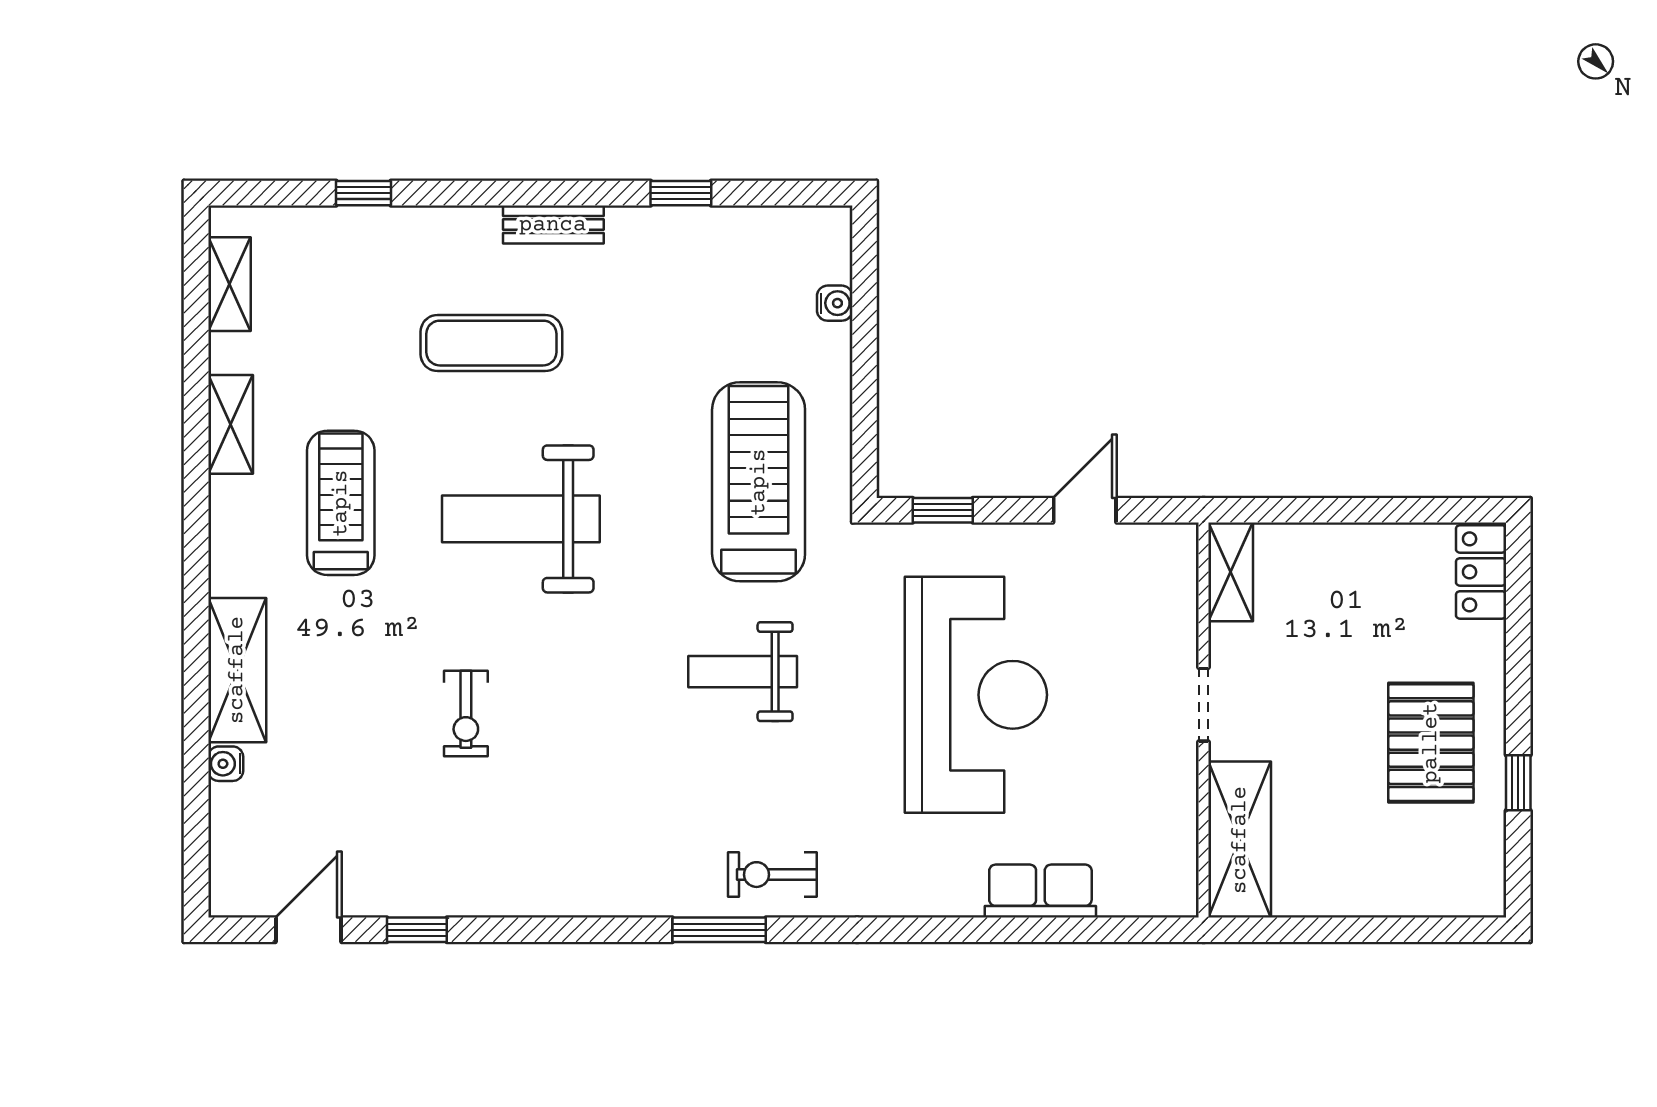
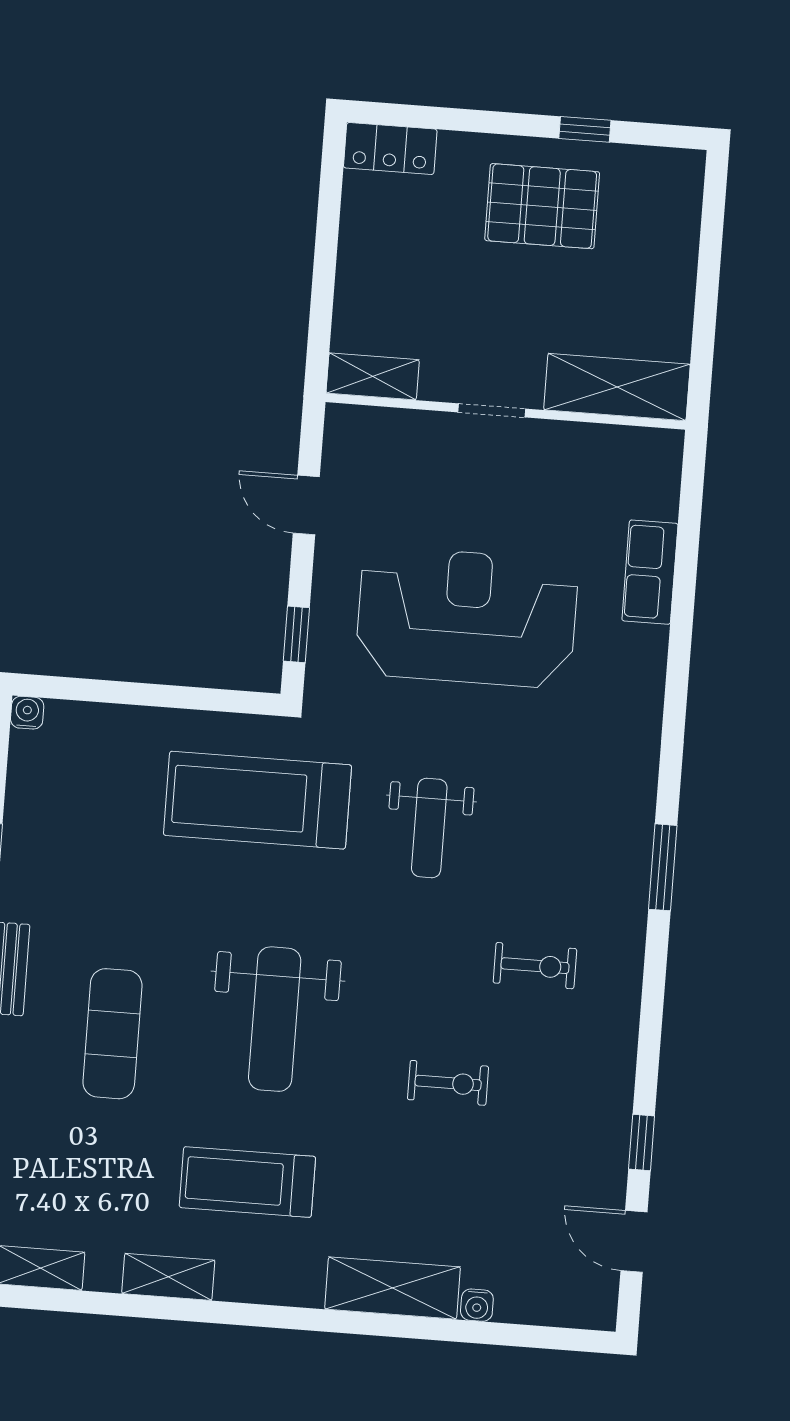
water cooler: (835, 303) -> (27, 713), moved
exercise bike: (772, 875) -> (535, 966), moved, turned -90

